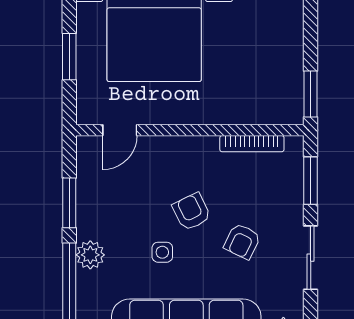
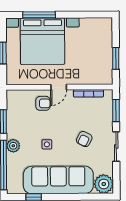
window: (311, 94) -> (116, 58), moved
door: (120, 130) -> (59, 87), moved
armchair: (192, 212) -> (43, 103), moved, turned 116

